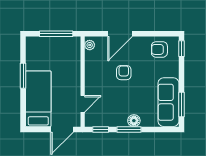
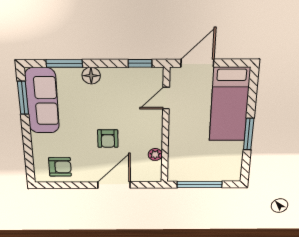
plant: (90, 45) -> (155, 155), moved
window: (182, 49) -> (30, 168), removed
window: (129, 129) -> (64, 64), moved

